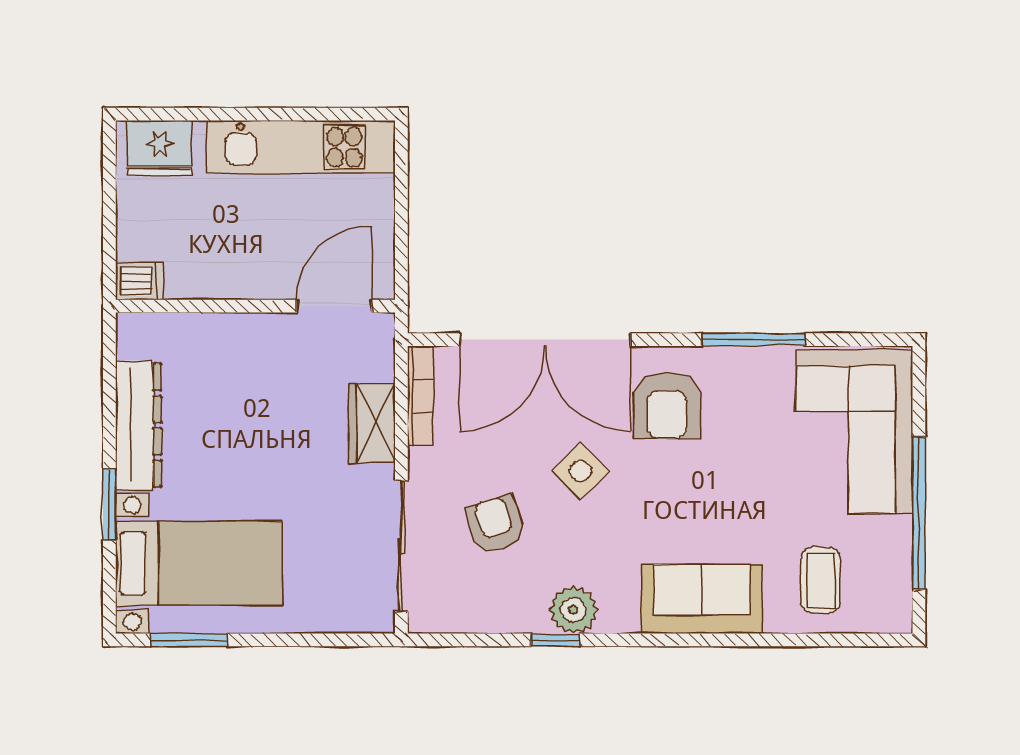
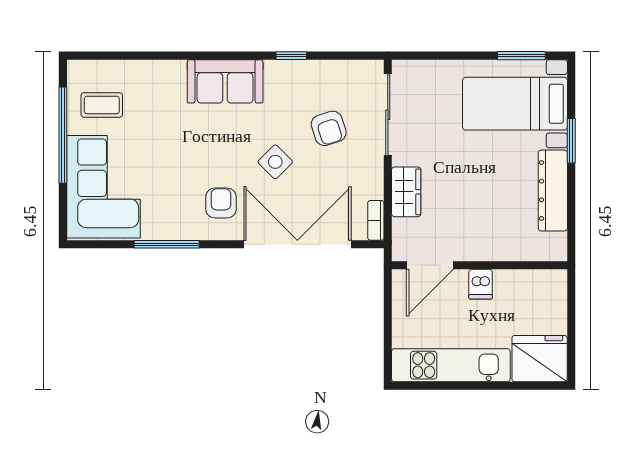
fridge: (160, 148) -> (540, 359), width x1.36, depth x1.34
dishwasher: (139, 281) -> (481, 284), moved, turned -90
bookcase: (420, 396) -> (376, 220), width x0.64
armchair: (667, 405) -> (221, 203), width x0.72, depth x0.72
coffee table: (821, 580) -> (102, 105), moved, turned 90
sofa: (702, 599) -> (225, 81), moved
plant: (573, 610) -> (280, 75), removed

